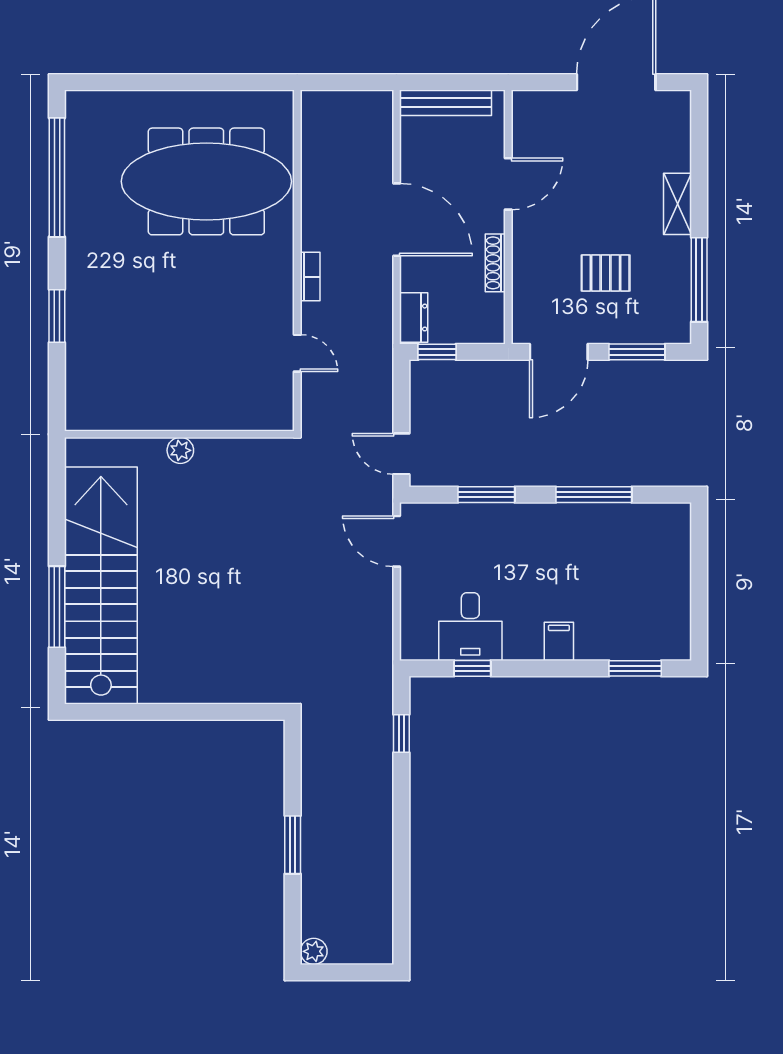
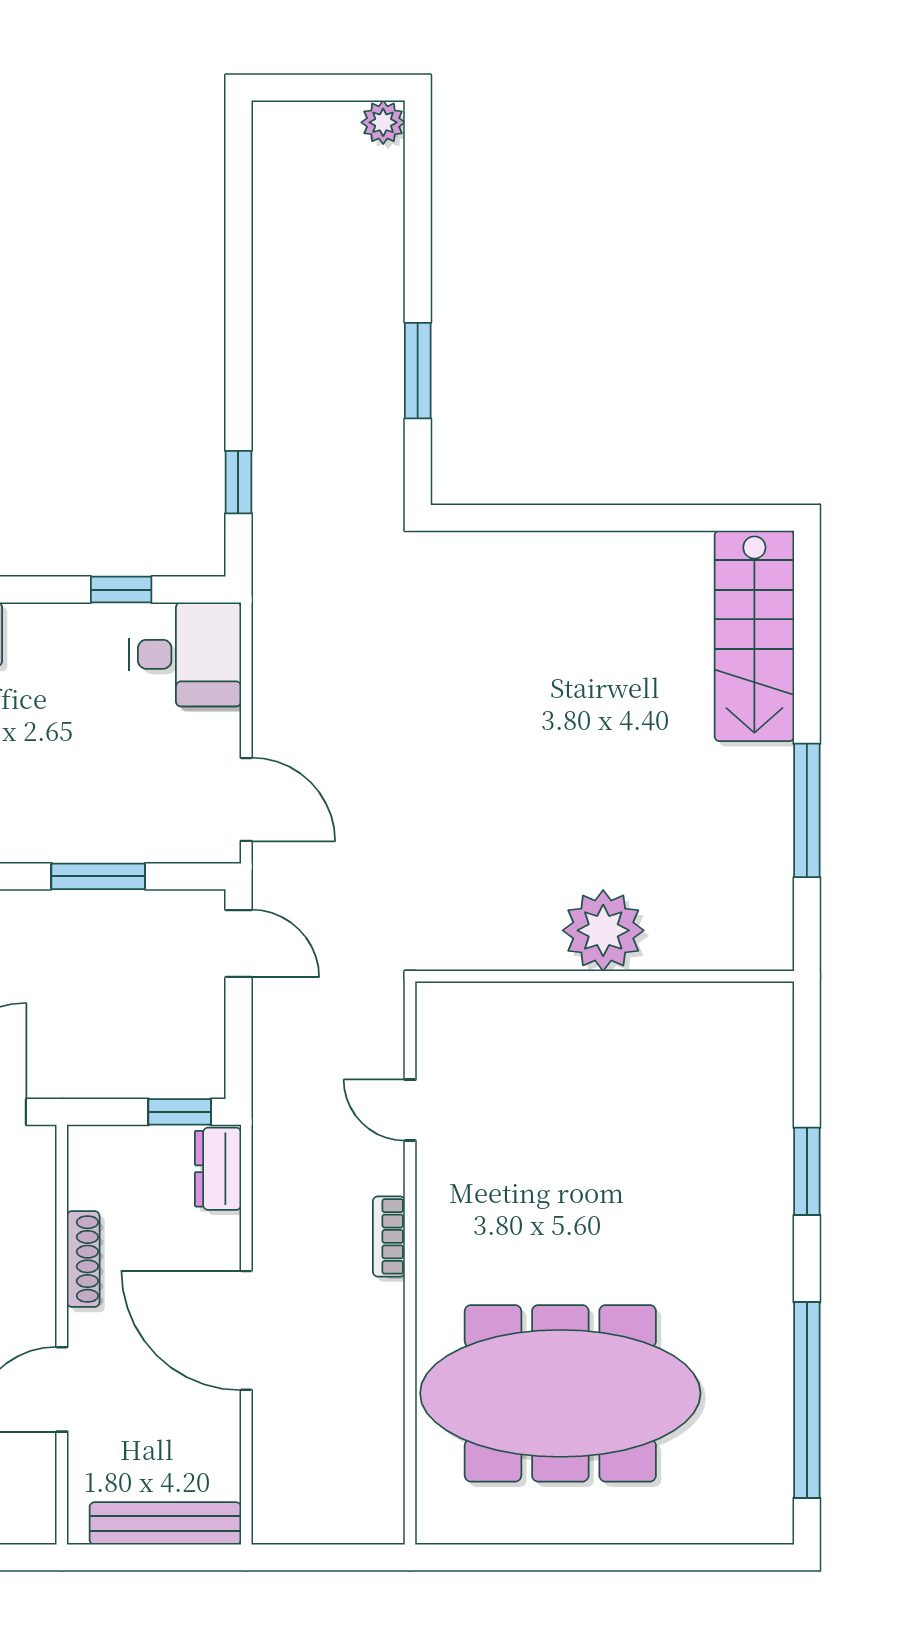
plant: (180, 450) -> (603, 930), width x1.88, depth x1.88
stairs: (101, 585) -> (754, 636), width x0.54, depth x0.66
window: (57, 607) -> (807, 810), moved
desk: (470, 627) -> (185, 654), moved, turned 90
window: (293, 845) -> (418, 371), moved

